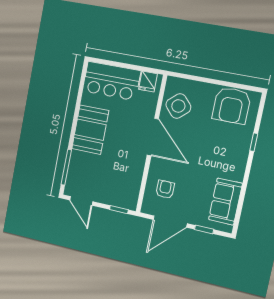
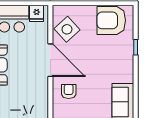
armchair: (231, 105) -> (111, 20), turned 90
armchair: (165, 189) -> (69, 91), moved

